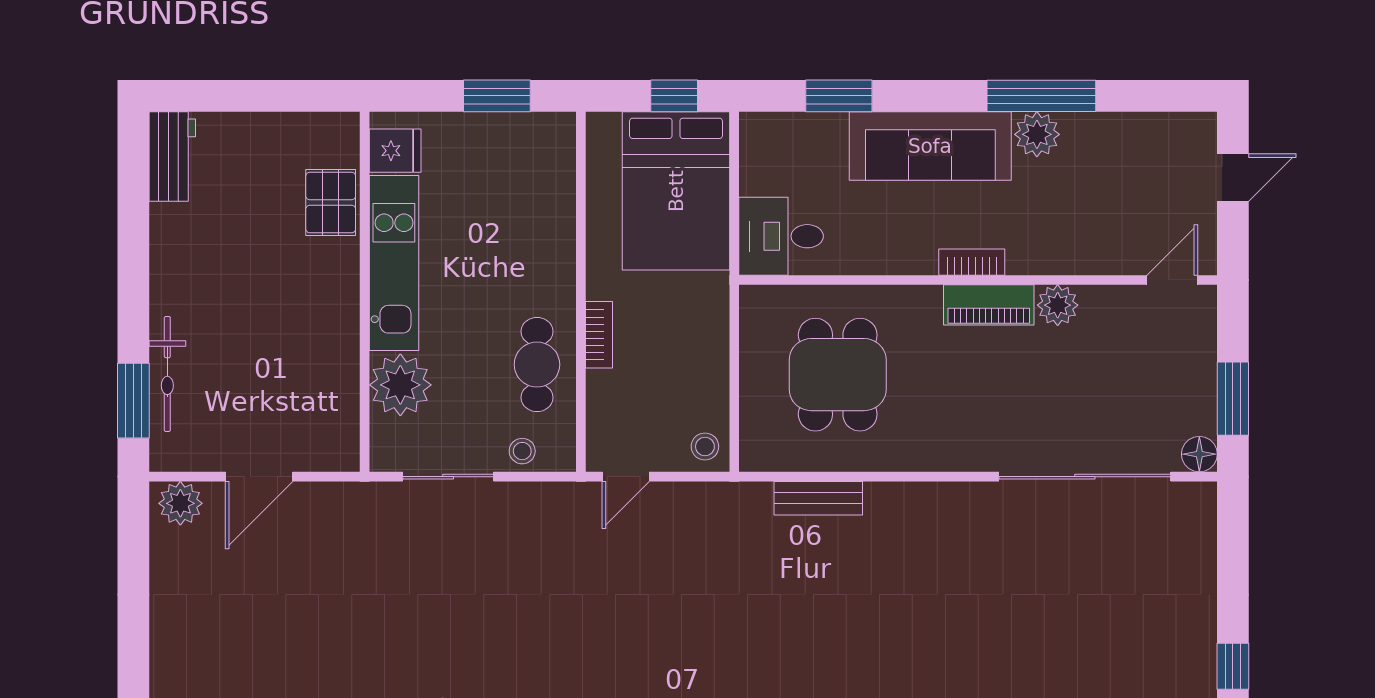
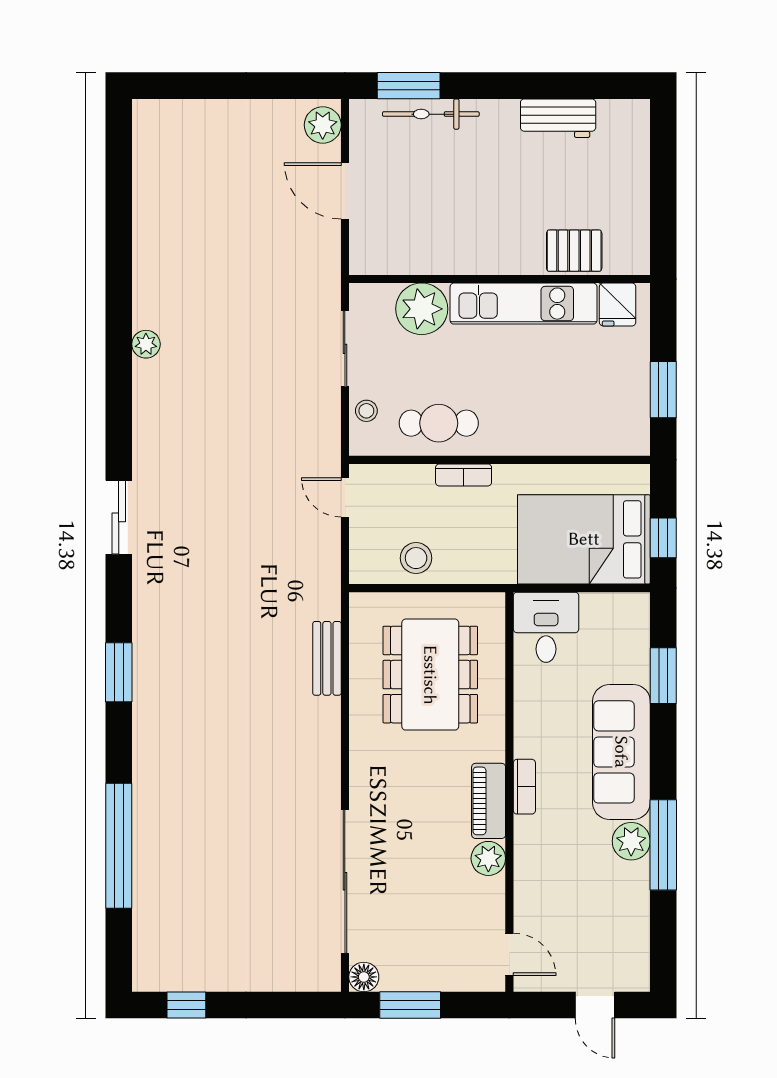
workbench: (172, 157) -> (558, 118), moved
dining table: (838, 375) -> (430, 675), width x1.38
stool: (705, 447) -> (416, 558), moved, width x1.37, depth x1.37

